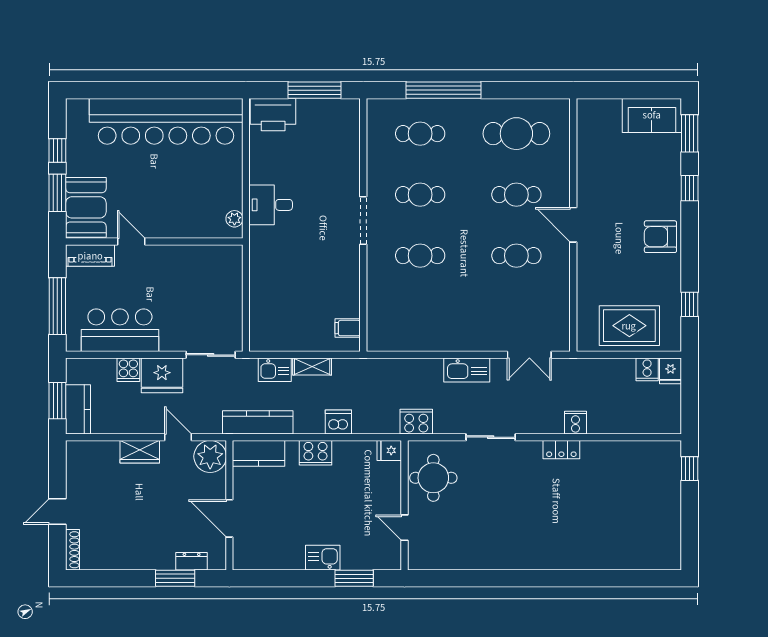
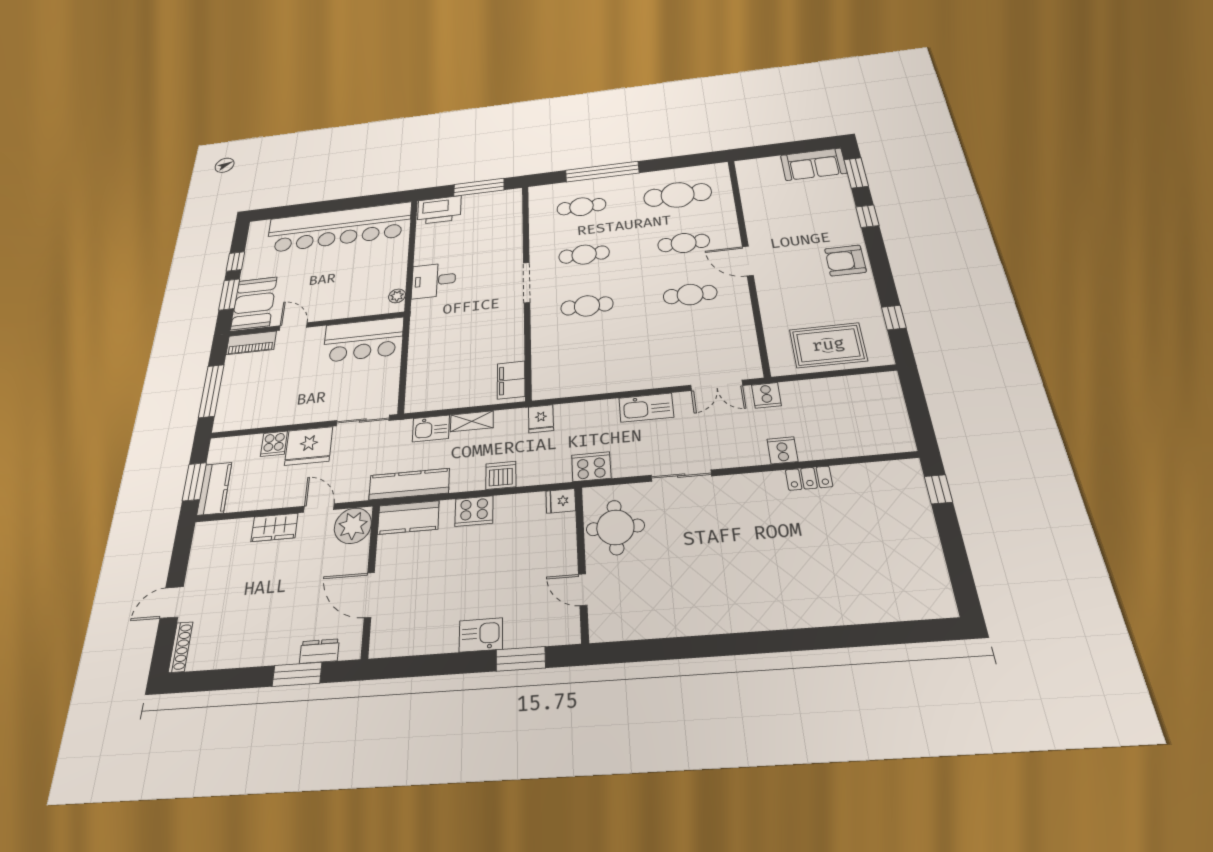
filing cabinet: (348, 328) -> (511, 380), width x2.00
bar counter: (120, 330) -> (363, 340), moved, turned 180
cooker: (647, 369) -> (766, 395), moved
fridge: (671, 371) -> (541, 419), moved
locker: (561, 450) -> (809, 478), moved

